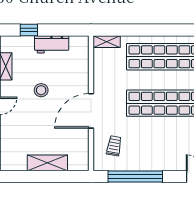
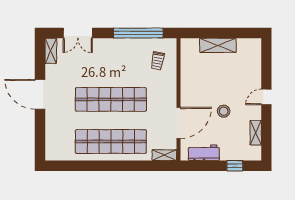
workbench: (52, 44) -> (204, 153), moved
door: (91, 111) -> (178, 123), moved

